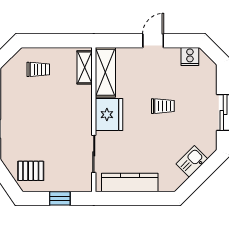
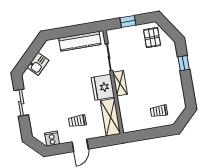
shelving: (85, 67) -> (120, 83), moved
trolley: (163, 106) -> (77, 121), moved
pallet: (31, 171) -> (152, 38), turned 90

